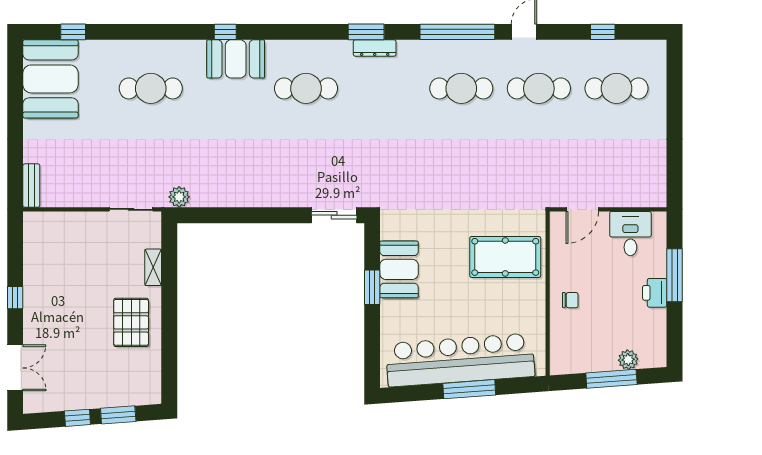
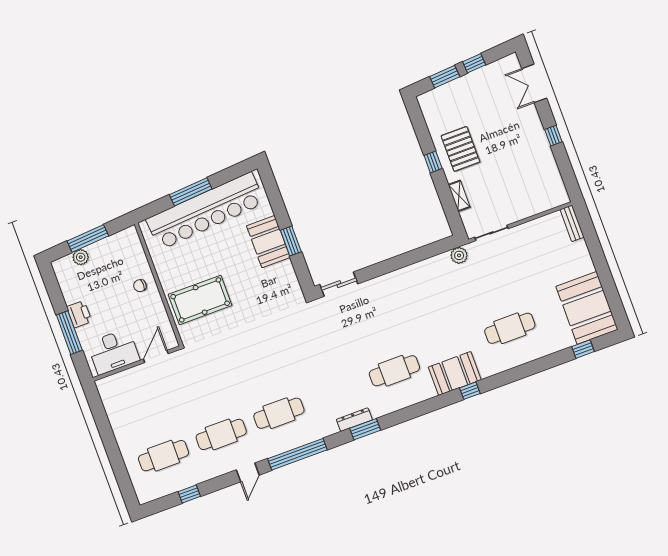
desk: (630, 234) -> (113, 352), width x1.37
booth: (399, 269) -> (268, 242), moved
window: (169, 319) -> (433, 162), added

